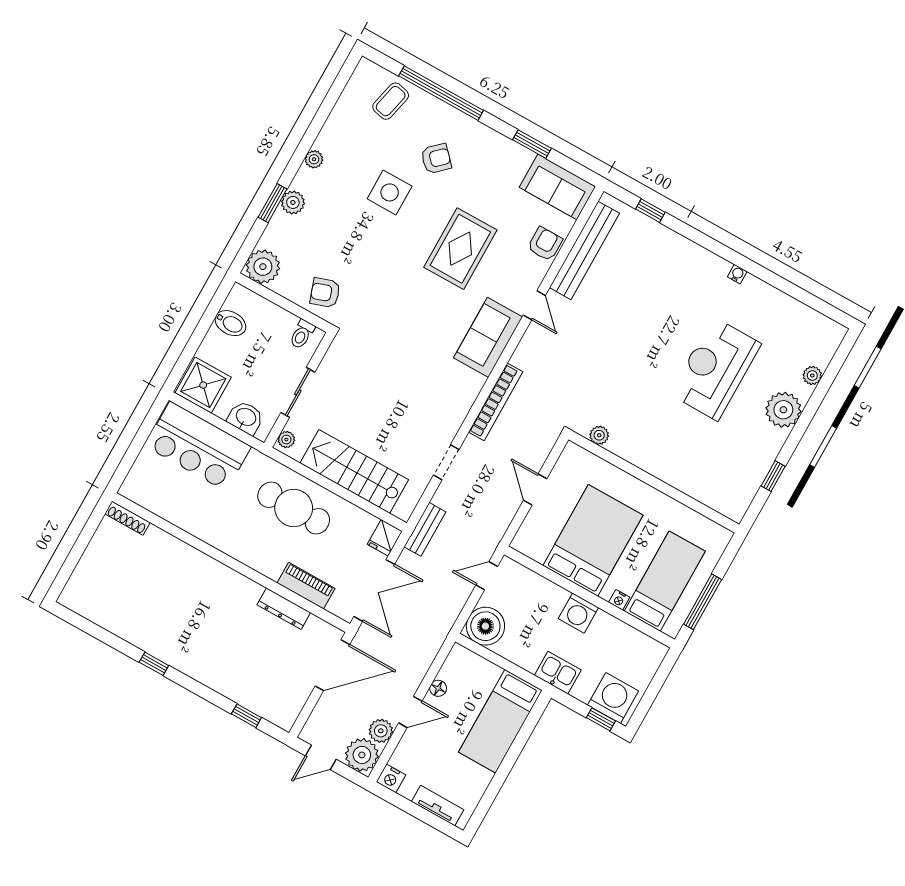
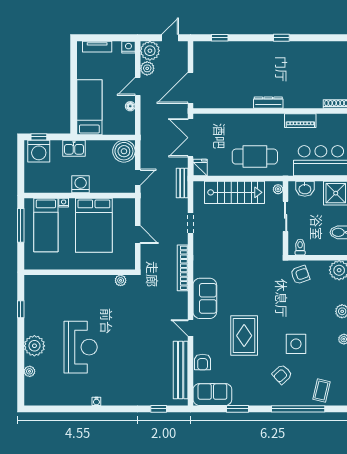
piano: (306, 586) -> (300, 121), moved
dresser: (284, 609) -> (268, 103), moved

